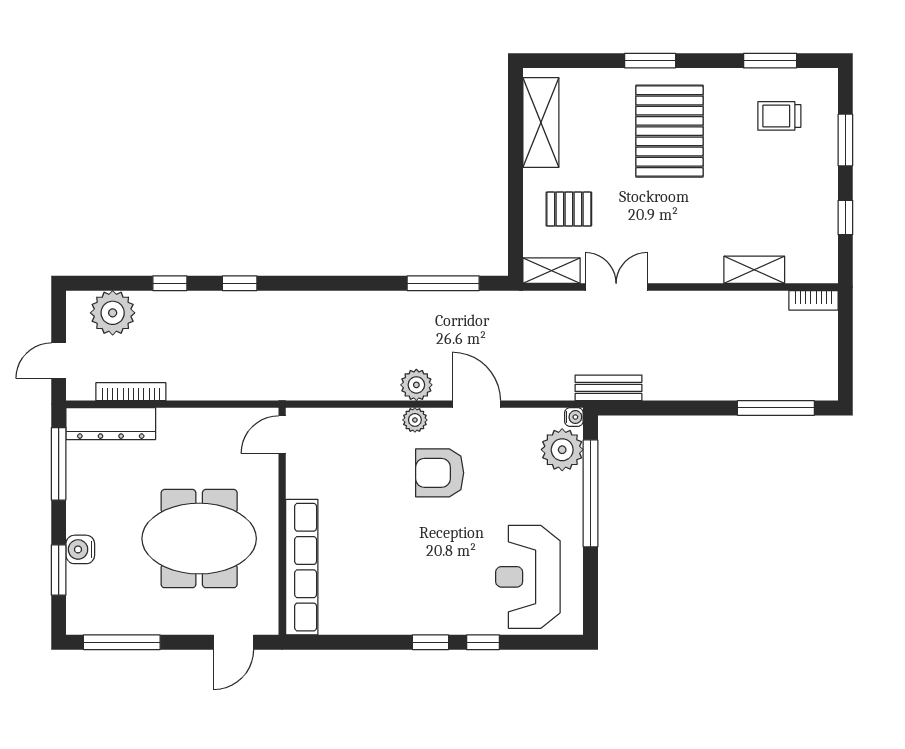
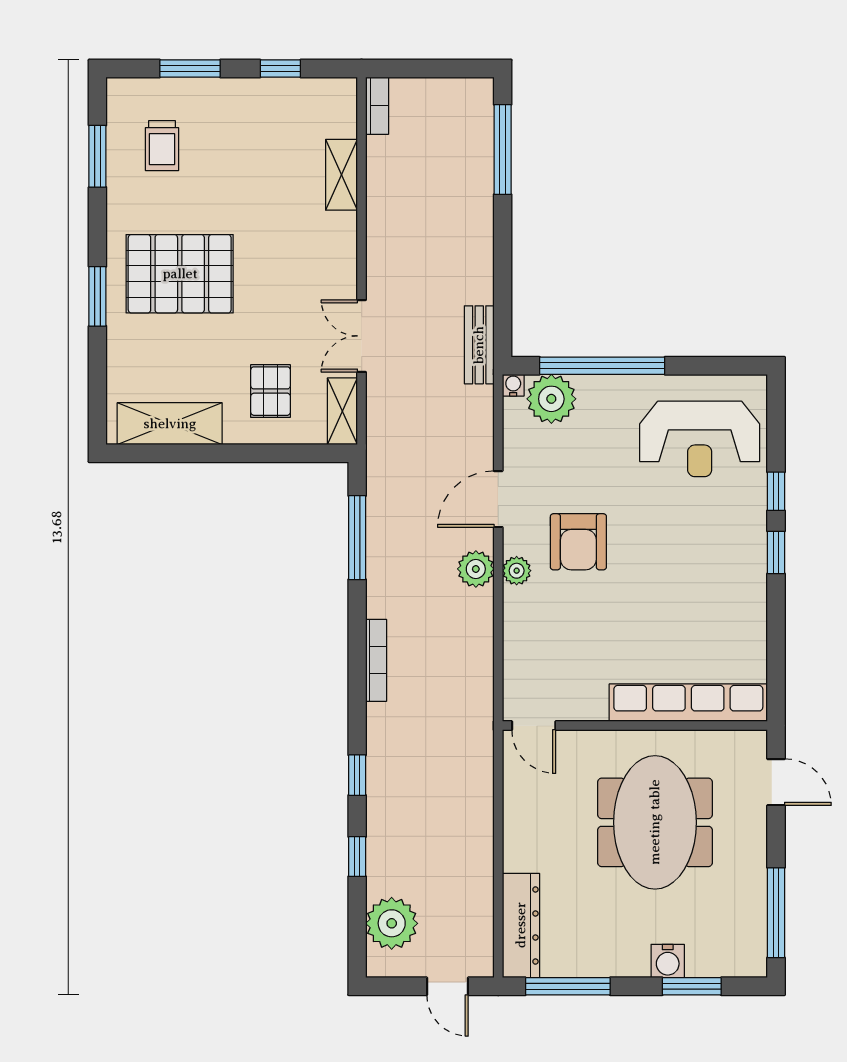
bookcase: (131, 392) -> (376, 660), moved, turned 180

